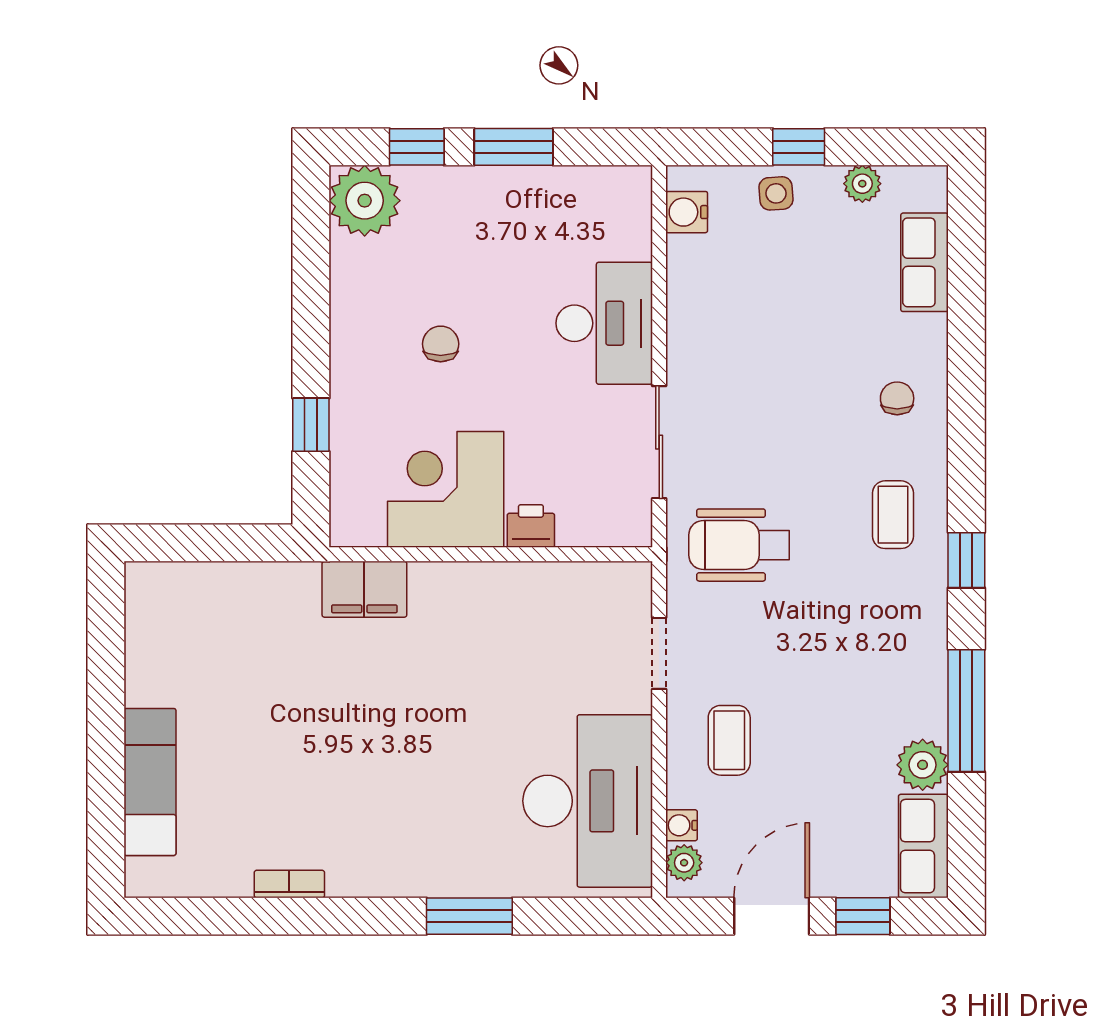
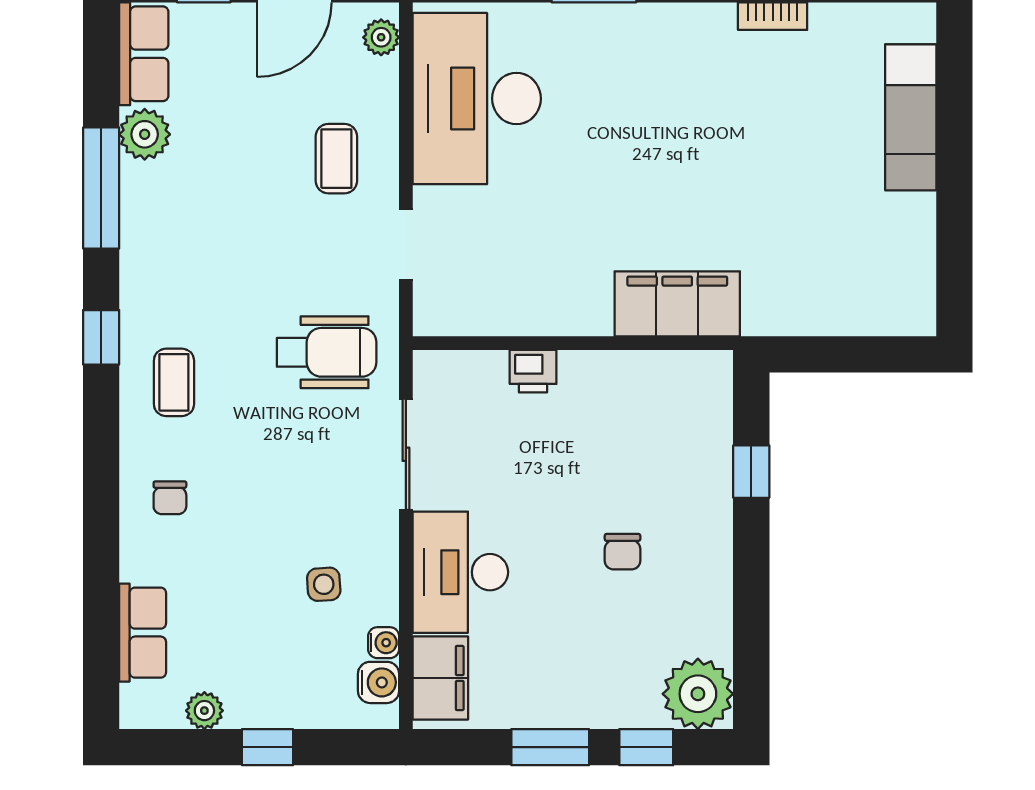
side table: (776, 193) -> (324, 584), moved
filing cabinet: (624, 217) -> (440, 678), added
corner desk: (446, 489) -> (618, 407), removed
filing cabinet: (364, 589) -> (677, 304), width x1.50, depth x1.17
water cooler: (682, 825) -> (384, 643), moved

